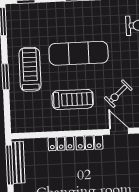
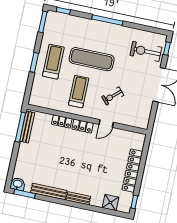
treadmill: (73, 99) -> (79, 92), turned -90
door: (119, 131) -> (106, 123), swing flipped

